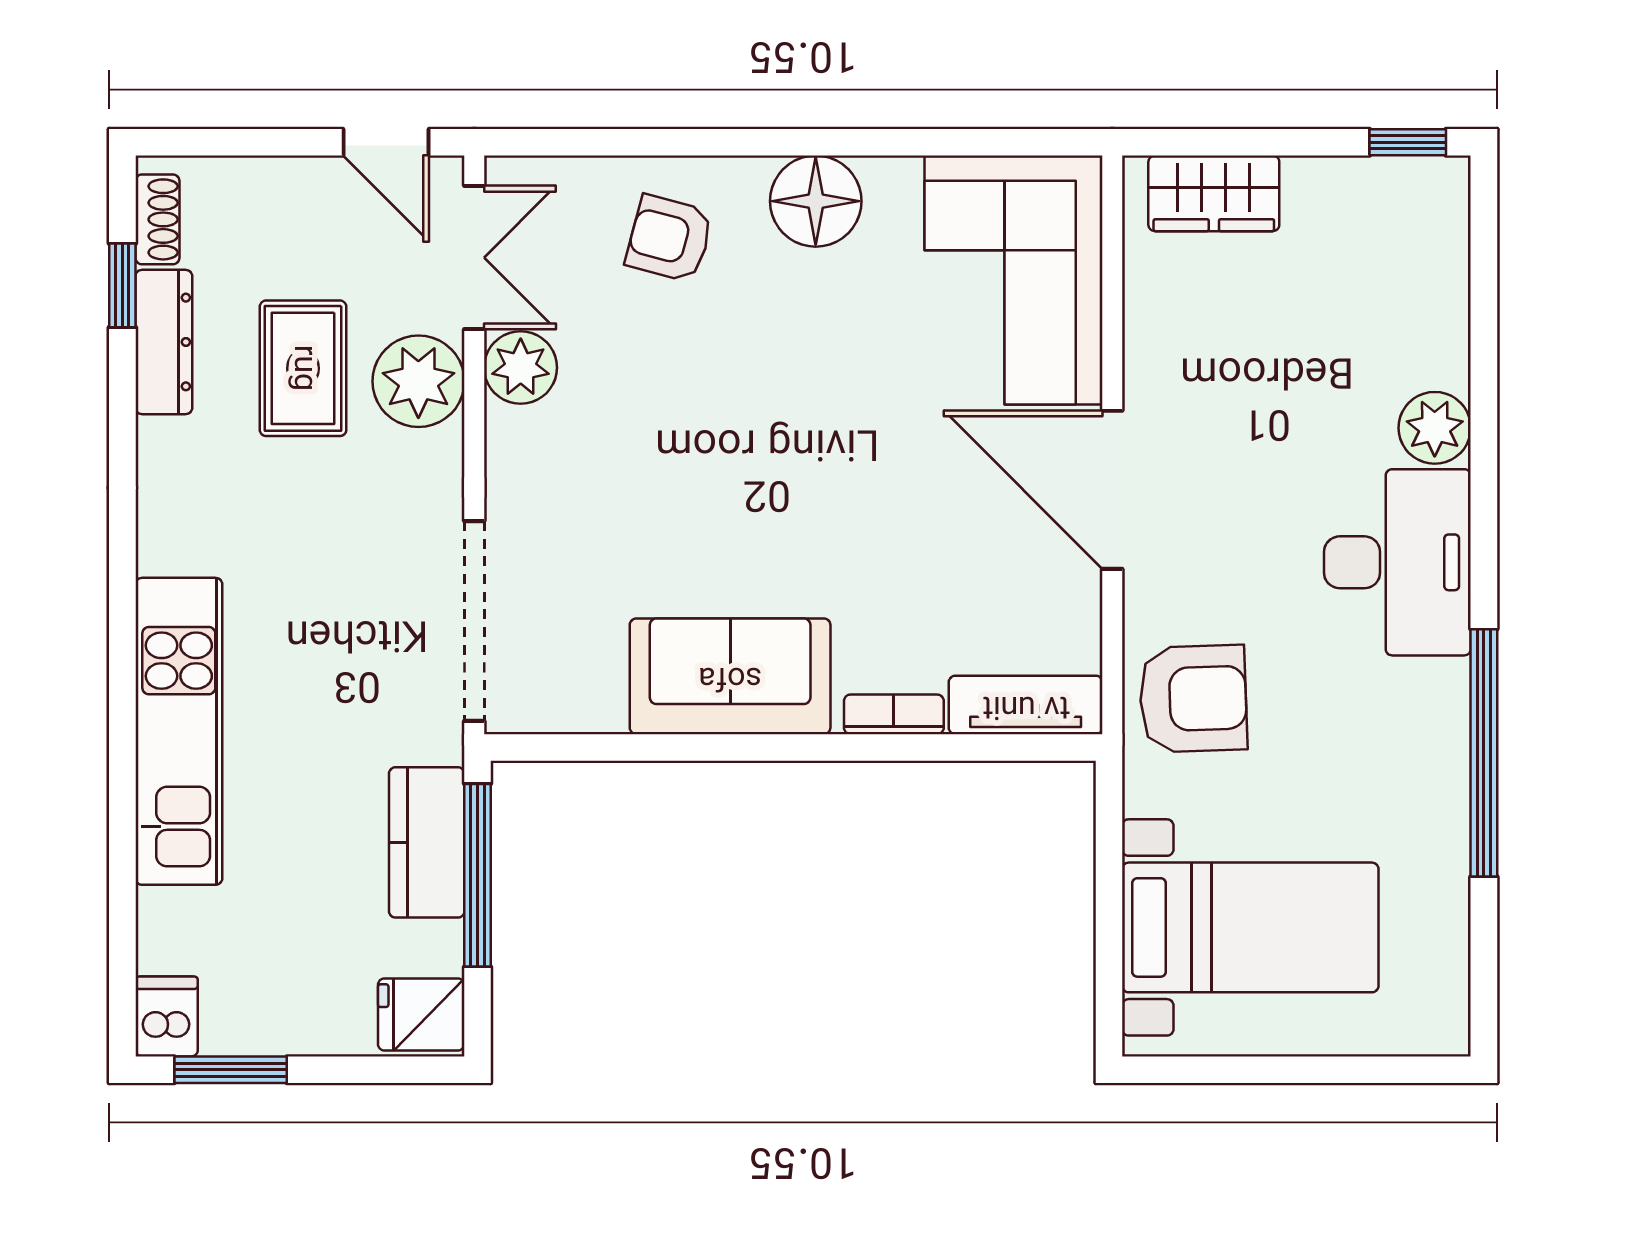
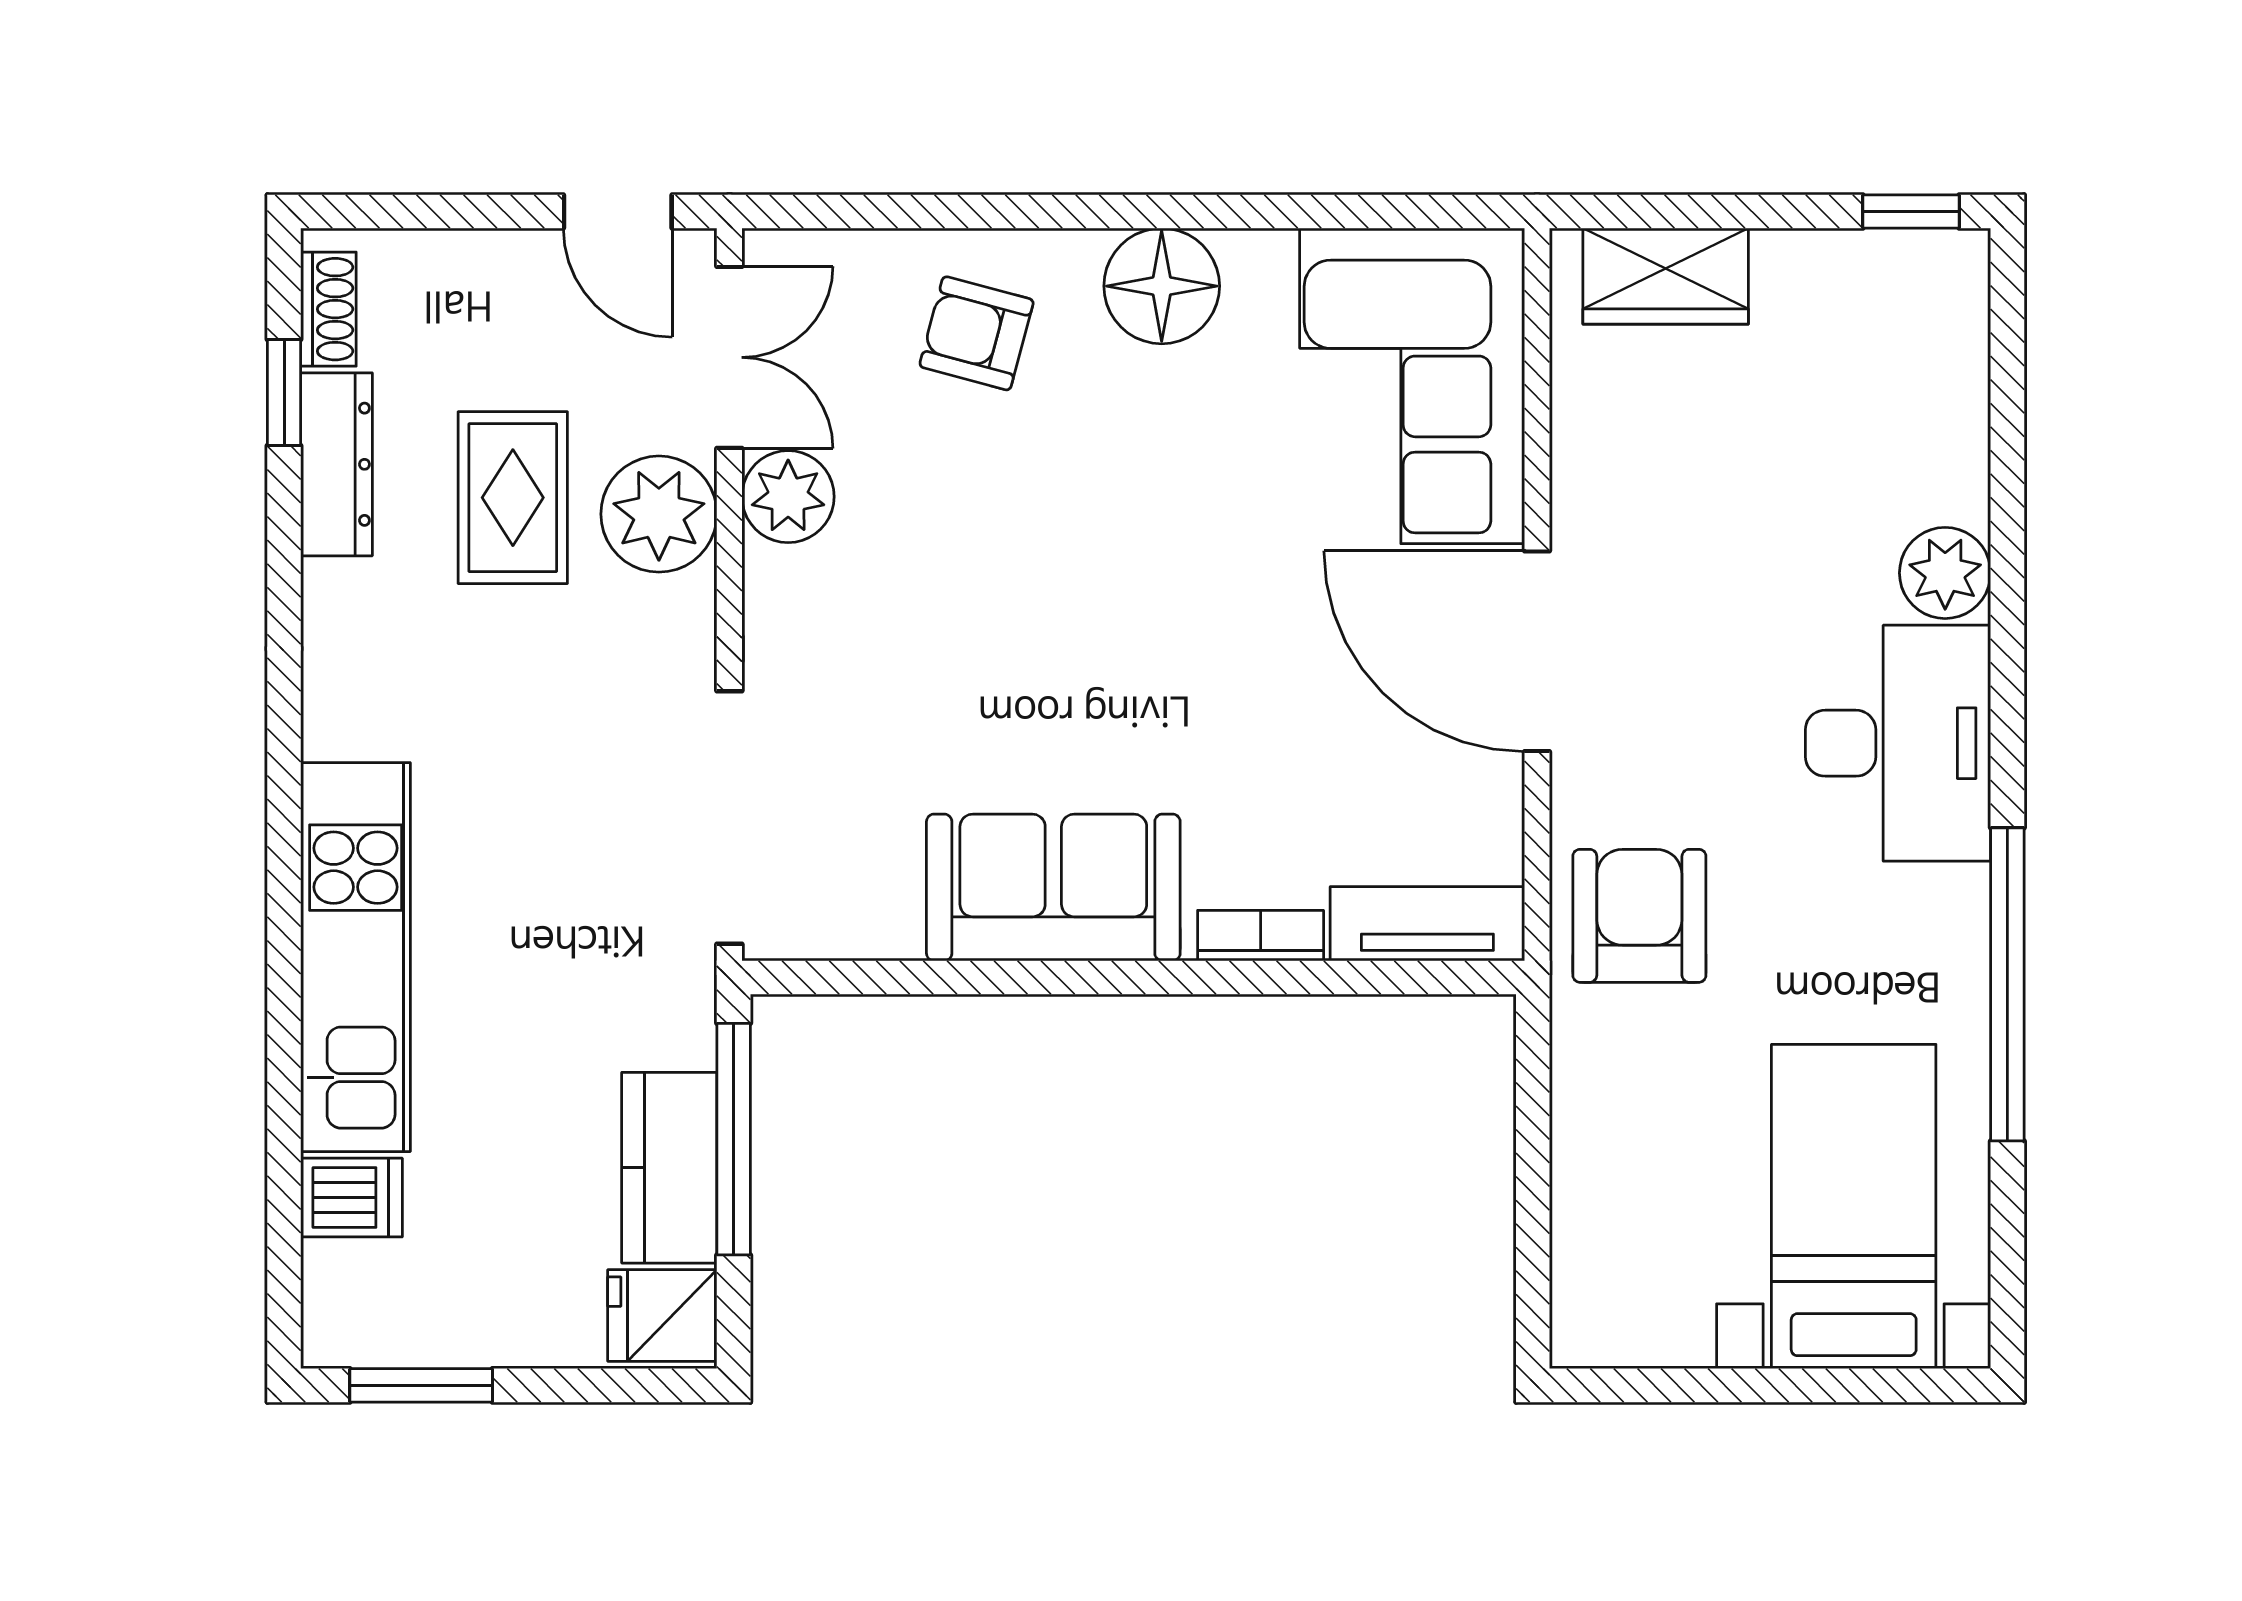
armchair: (1193, 699) -> (1639, 916), turned -88
kitchen counter: (427, 842) -> (669, 1168), moved
bed with nightstands: (1250, 927) -> (1854, 1207), moved, turned -90
dishwasher: (167, 1016) -> (352, 1198), moved, turned 90

